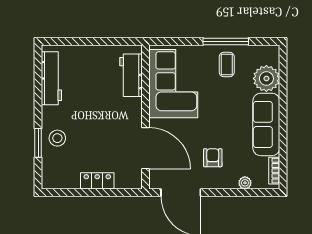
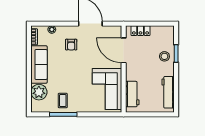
workbench: (131, 75) -> (132, 94), moved
corner sofa: (173, 84) -> (107, 89), moved
wall: (145, 117) -> (124, 69), moved
door: (145, 148) -> (124, 50), moved

